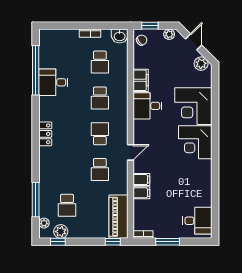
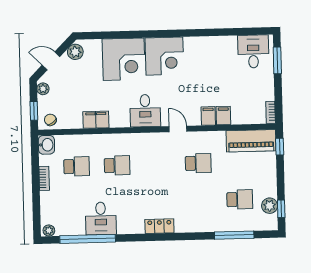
desk: (148, 106) -> (145, 111), moved
school desk: (100, 134) -> (158, 164), removed
plant: (44, 223) -> (49, 231), moved
window: (168, 242) -> (277, 60), moved

